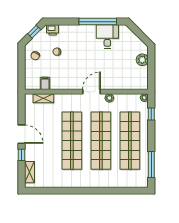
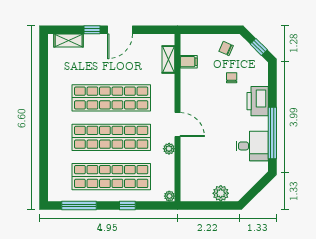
printer: (53, 30) -> (258, 101), moved, width x1.87, depth x1.48
window: (151, 114) -> (127, 205), moved

